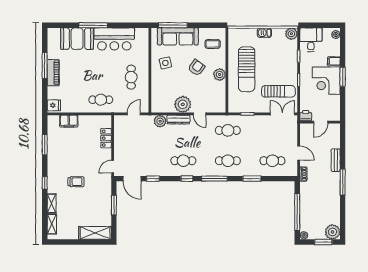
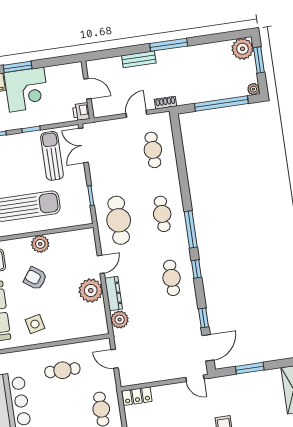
cafe table: (228, 130) -> (119, 220), width x1.37, depth x1.35
locker: (106, 138) -> (137, 396), moved
window: (252, 179) -> (183, 176), removed

